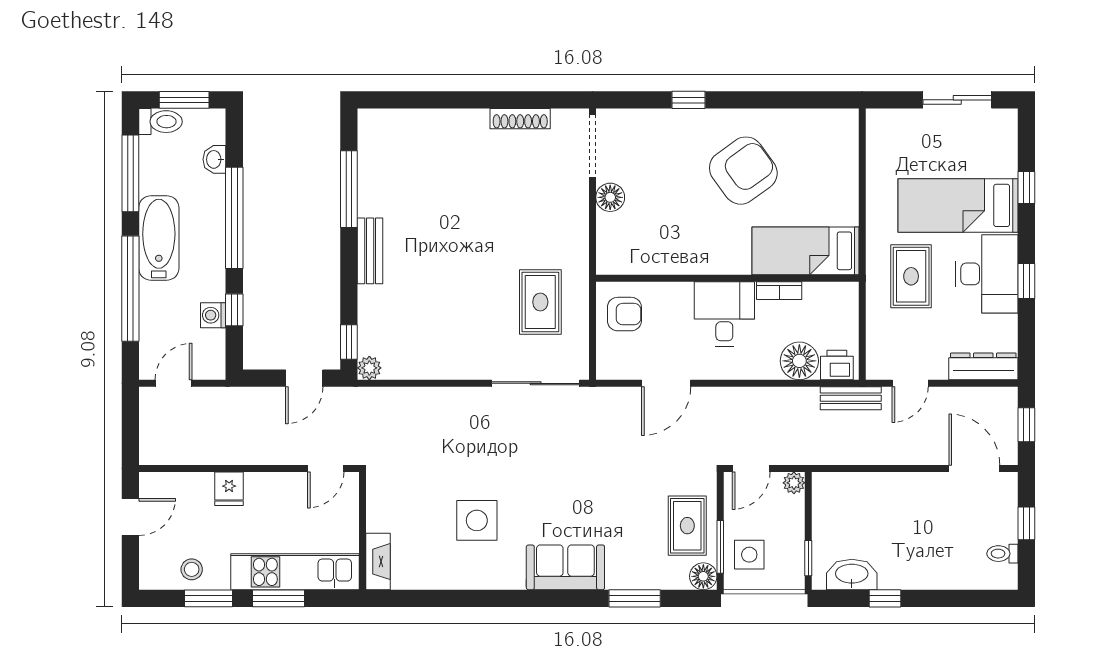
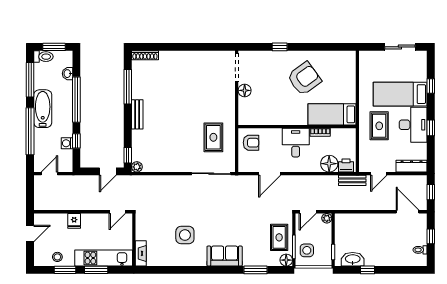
shoe rack: (520, 119) -> (145, 55), moved

